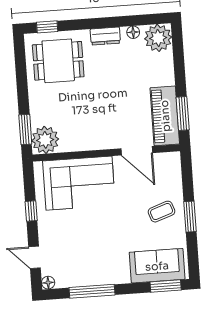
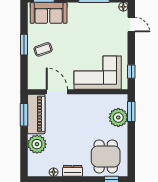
plant: (158, 38) -> (37, 144), moved
dining table: (58, 61) -> (106, 156), turned 90
plant: (45, 140) -> (118, 117), moved
window: (31, 211) -> (131, 72), moved

